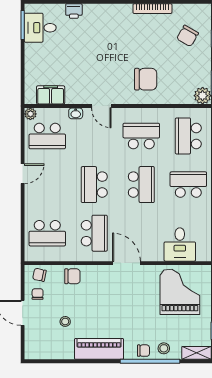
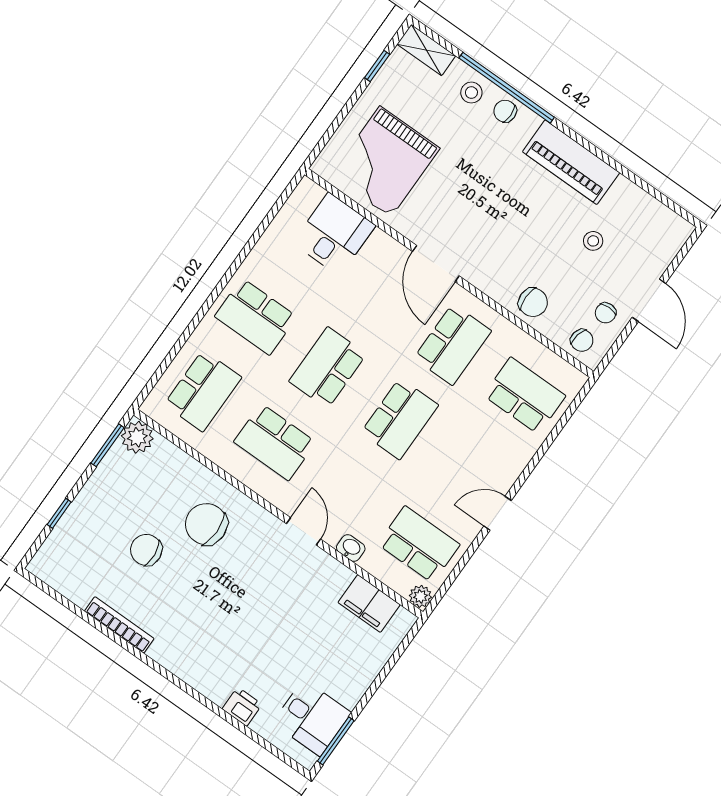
chair: (188, 36) -> (146, 550), moved, turned -125
school desk: (94, 233) -> (453, 344), turned 180
chair: (72, 276) -> (533, 302), turned 180

